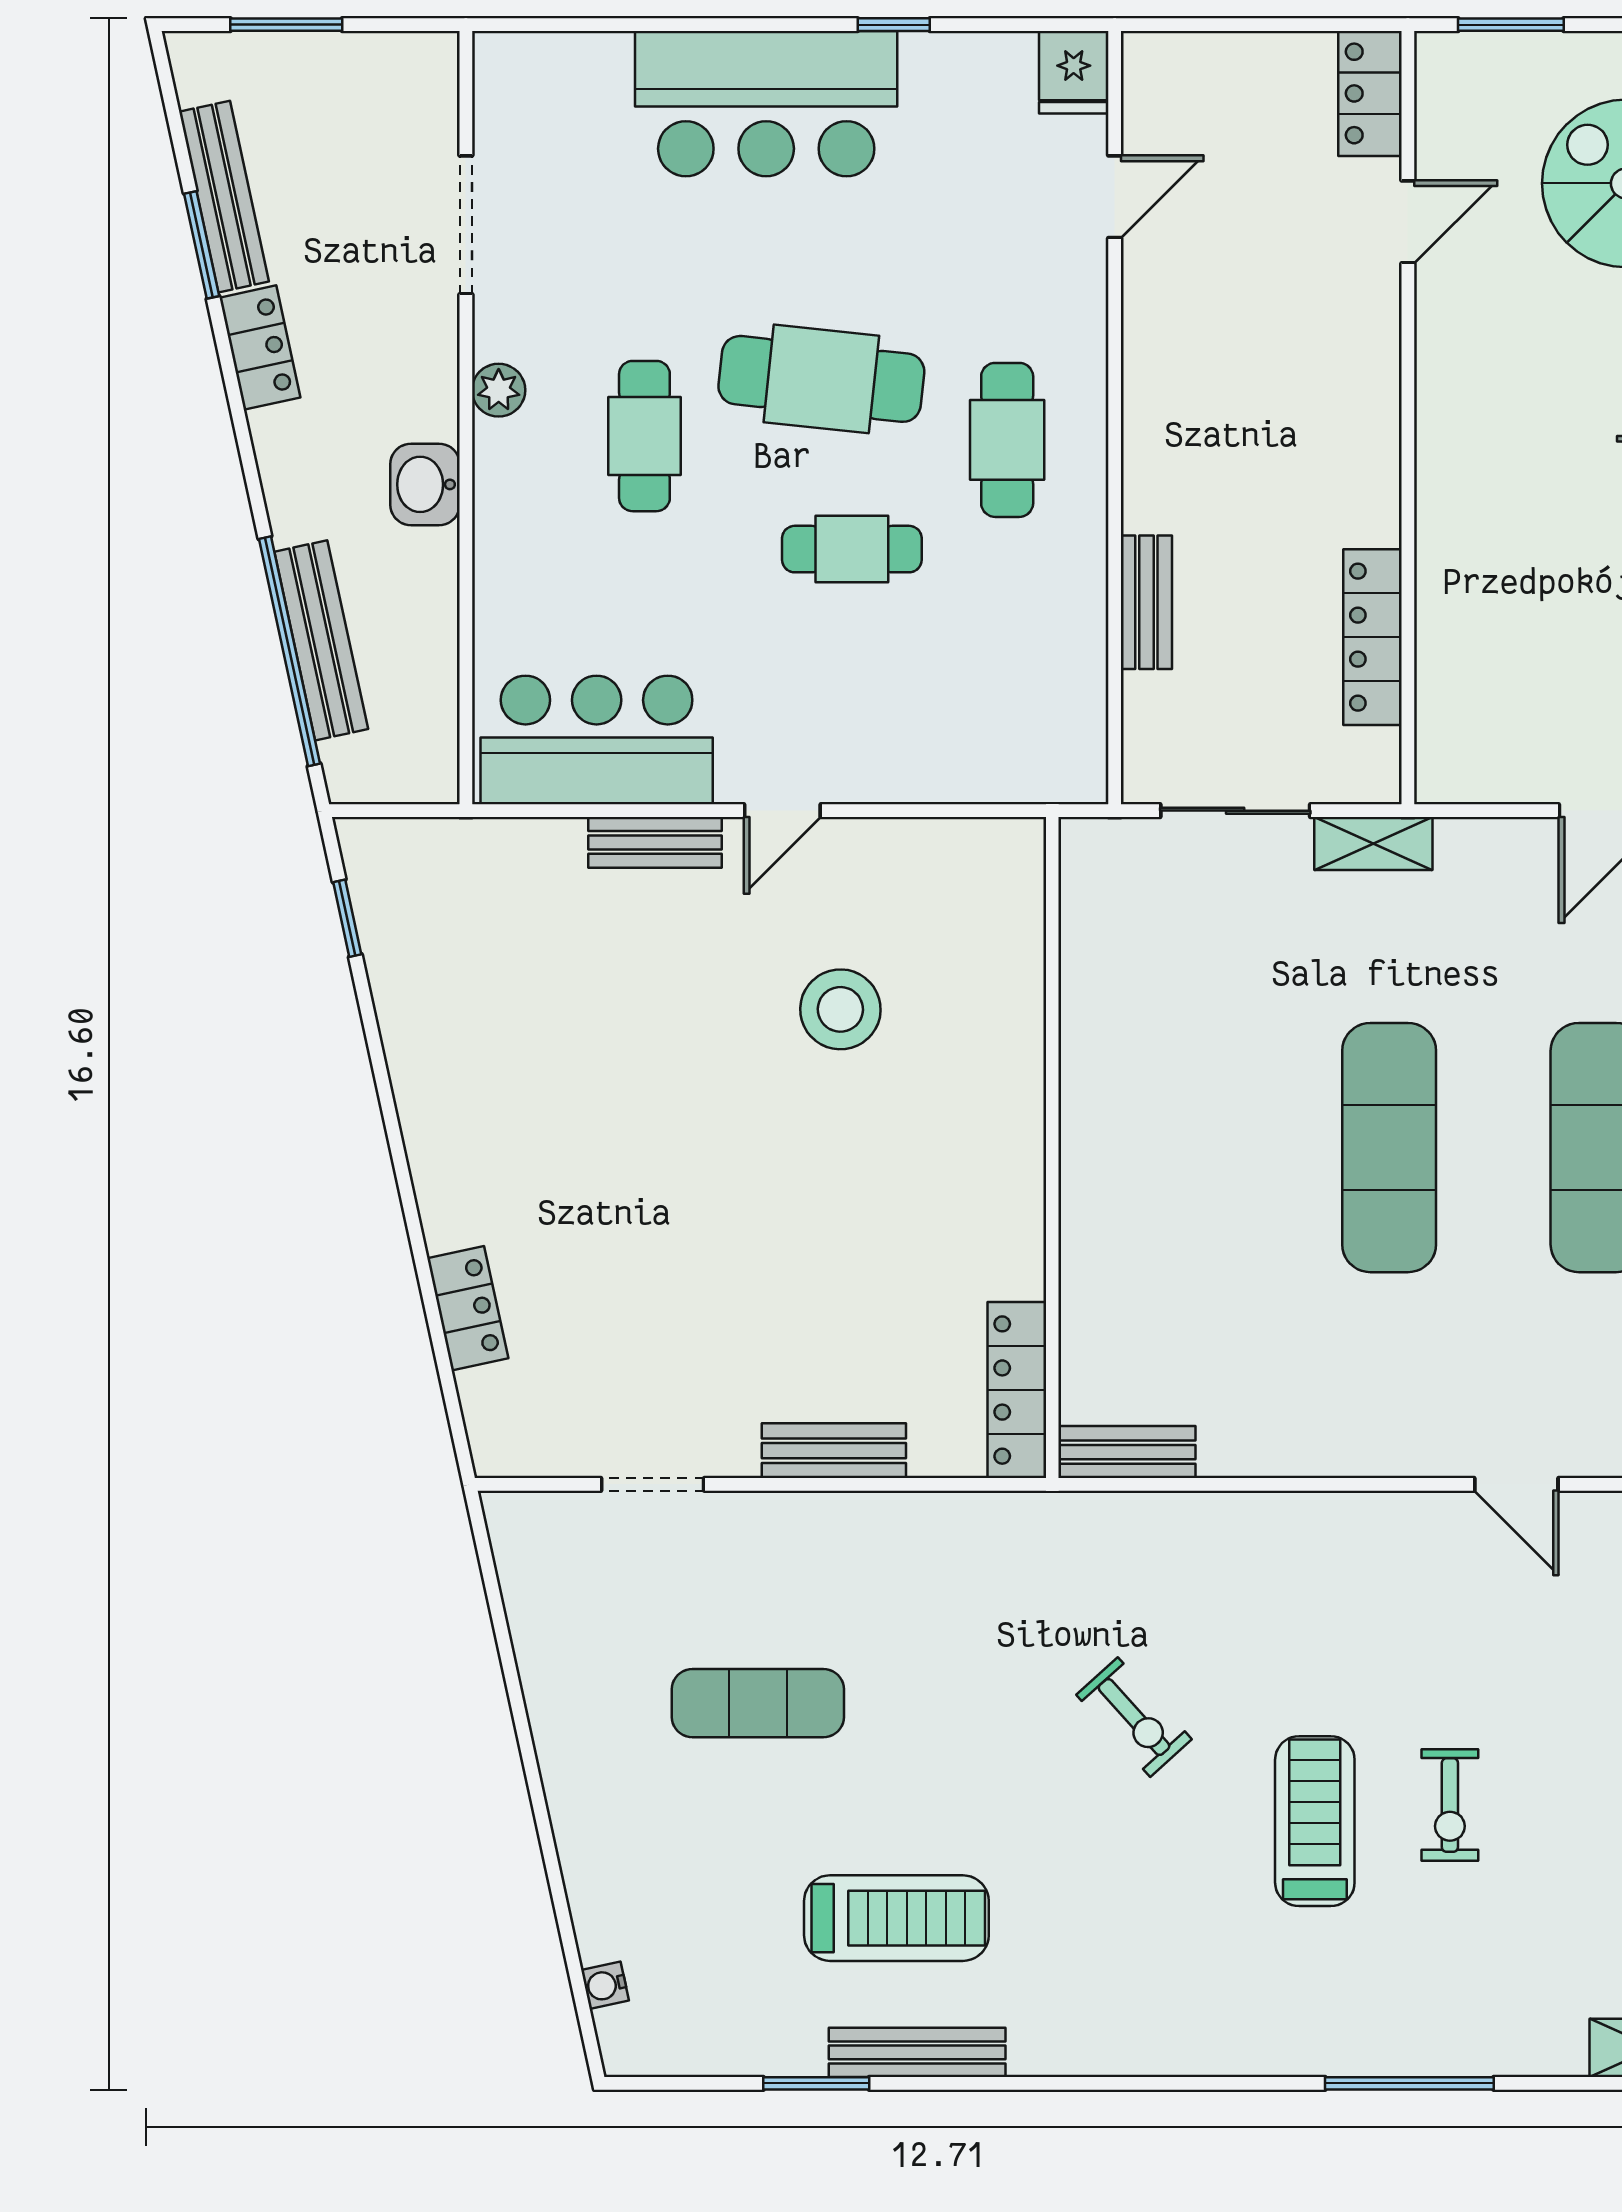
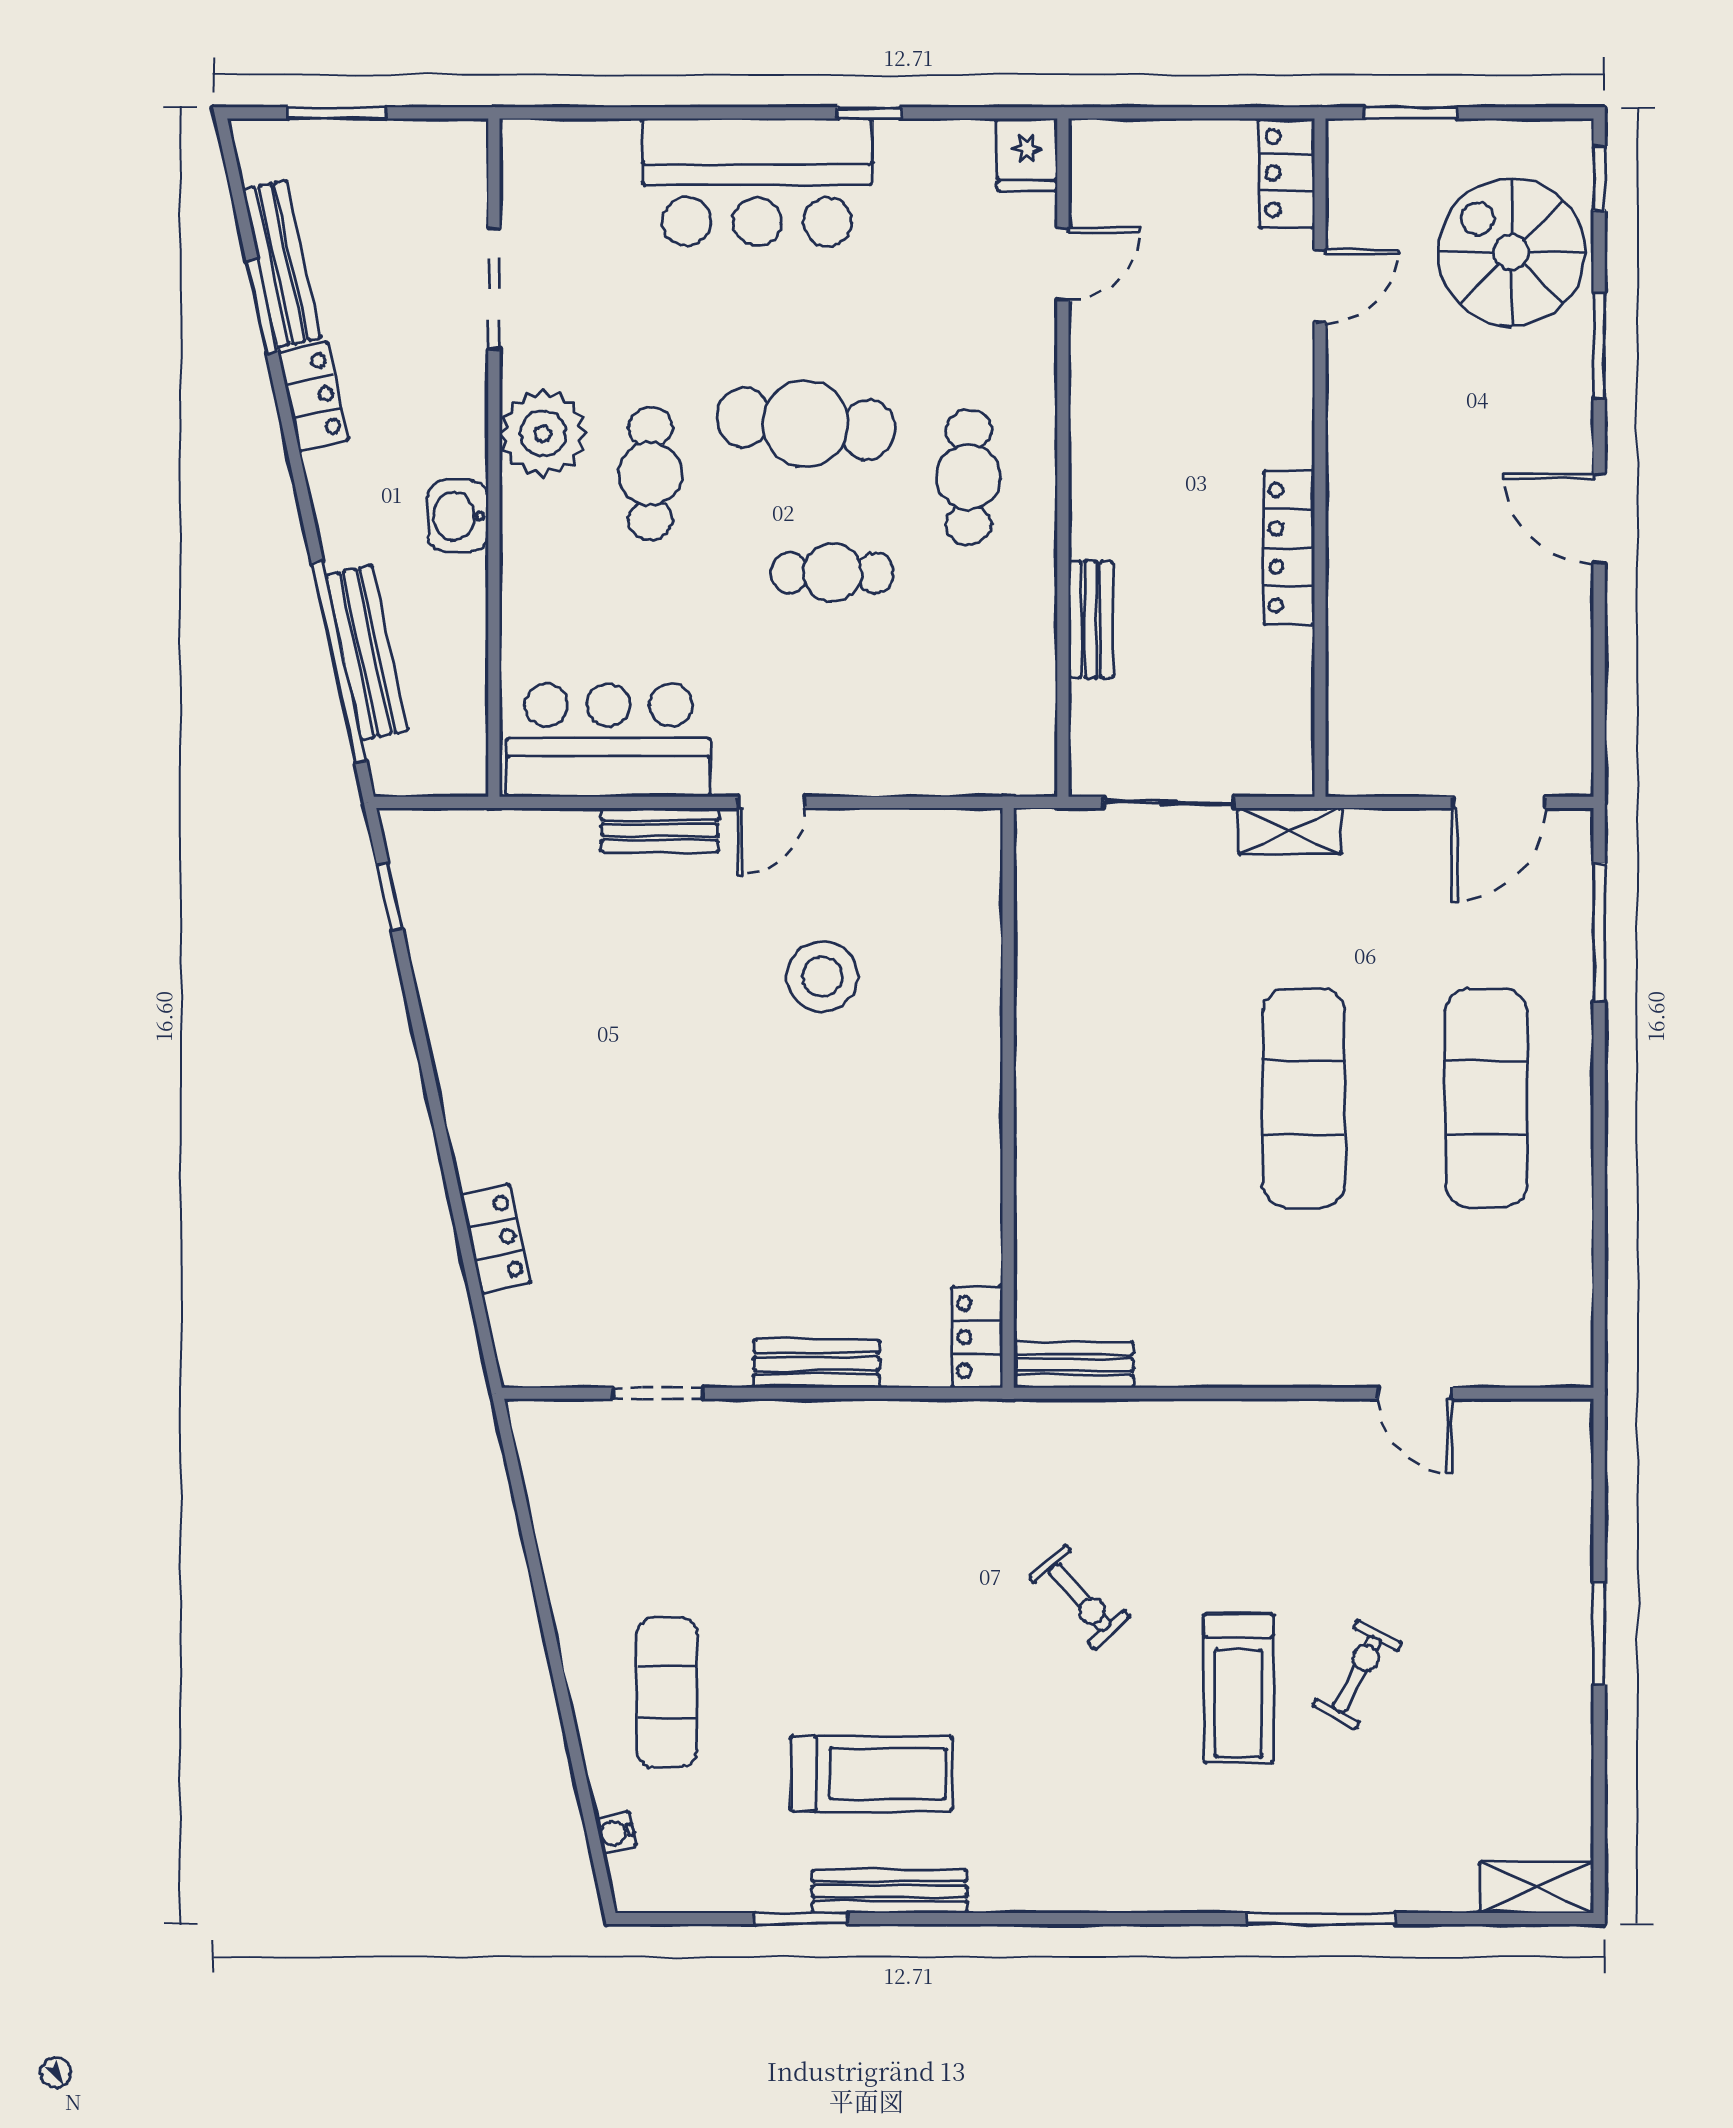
plant: (499, 390) -> (543, 433), width x1.88, depth x1.88
locker: (1372, 637) -> (1289, 548), moved
locker: (1017, 1390) -> (977, 1337), width x0.66
exercise mat: (758, 1703) -> (667, 1692), moved, turned 90
exercise bike: (1450, 1805) -> (1357, 1674), turned -152
treadmill: (1315, 1821) -> (1238, 1689), turned 180

